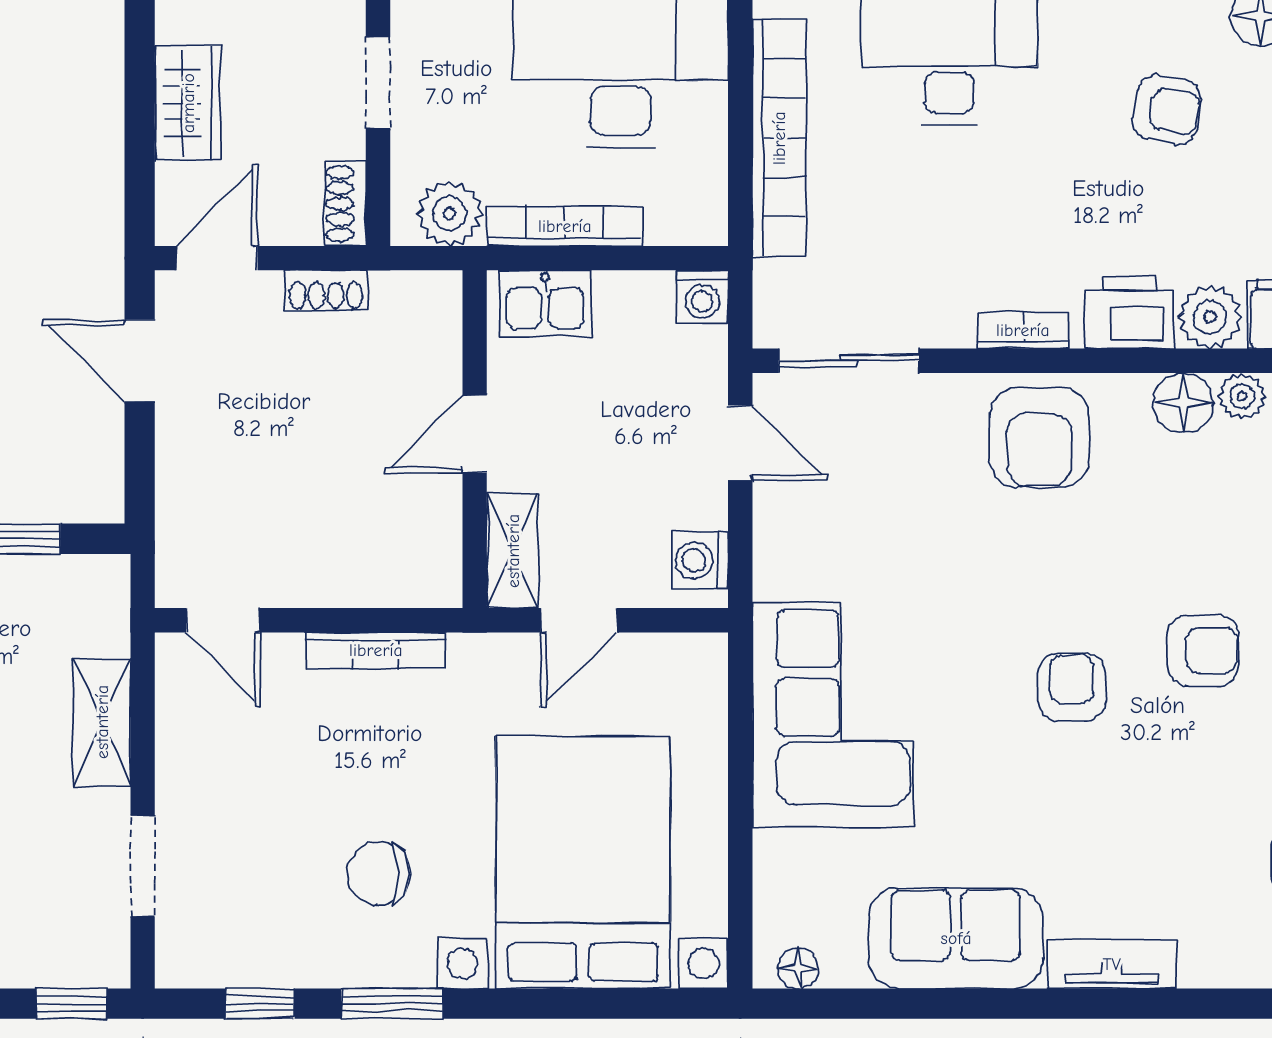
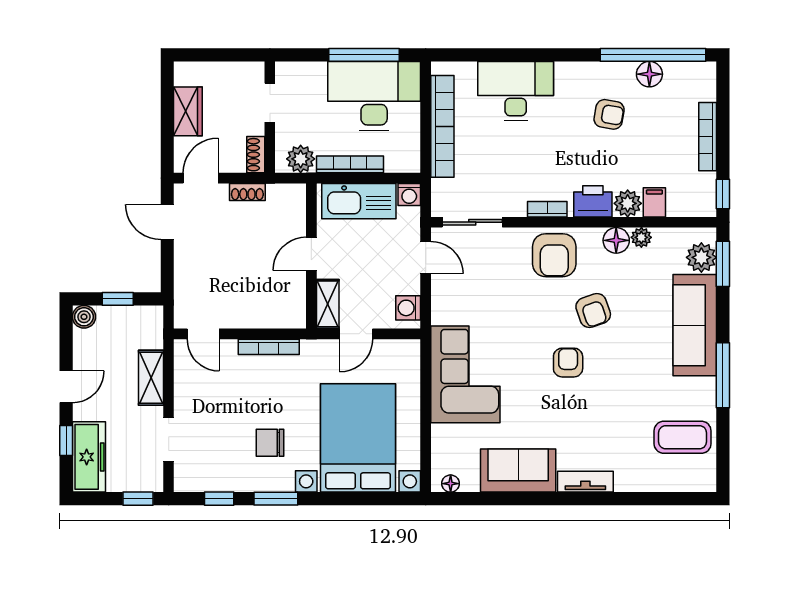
kitchen sink: (545, 304) -> (359, 201), width x1.88, depth x1.24
armchair: (1203, 650) -> (593, 311), moved, turned 71

